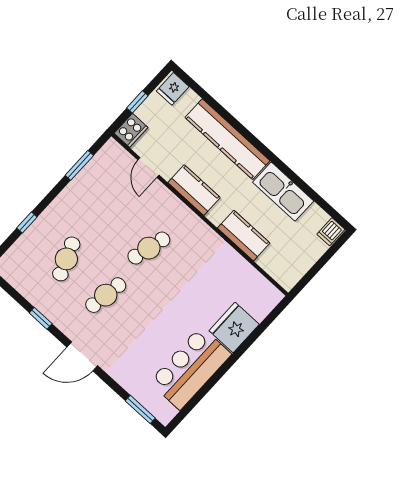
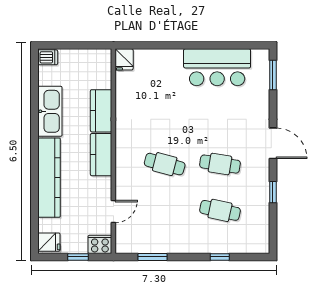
kitchen counter: (194, 190) -> (101, 155), moved
cafe table: (66, 259) -> (220, 210), turned 33
fridge: (234, 327) -> (124, 59), moved, width x0.53, depth x0.75

